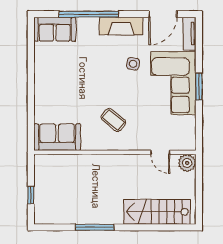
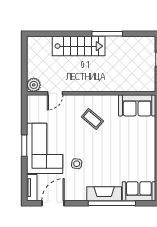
fireplace: (121, 26) -> (104, 194), moved
door: (160, 152) -> (55, 93), swing flipped
stairs: (157, 212) -> (79, 46), moved

